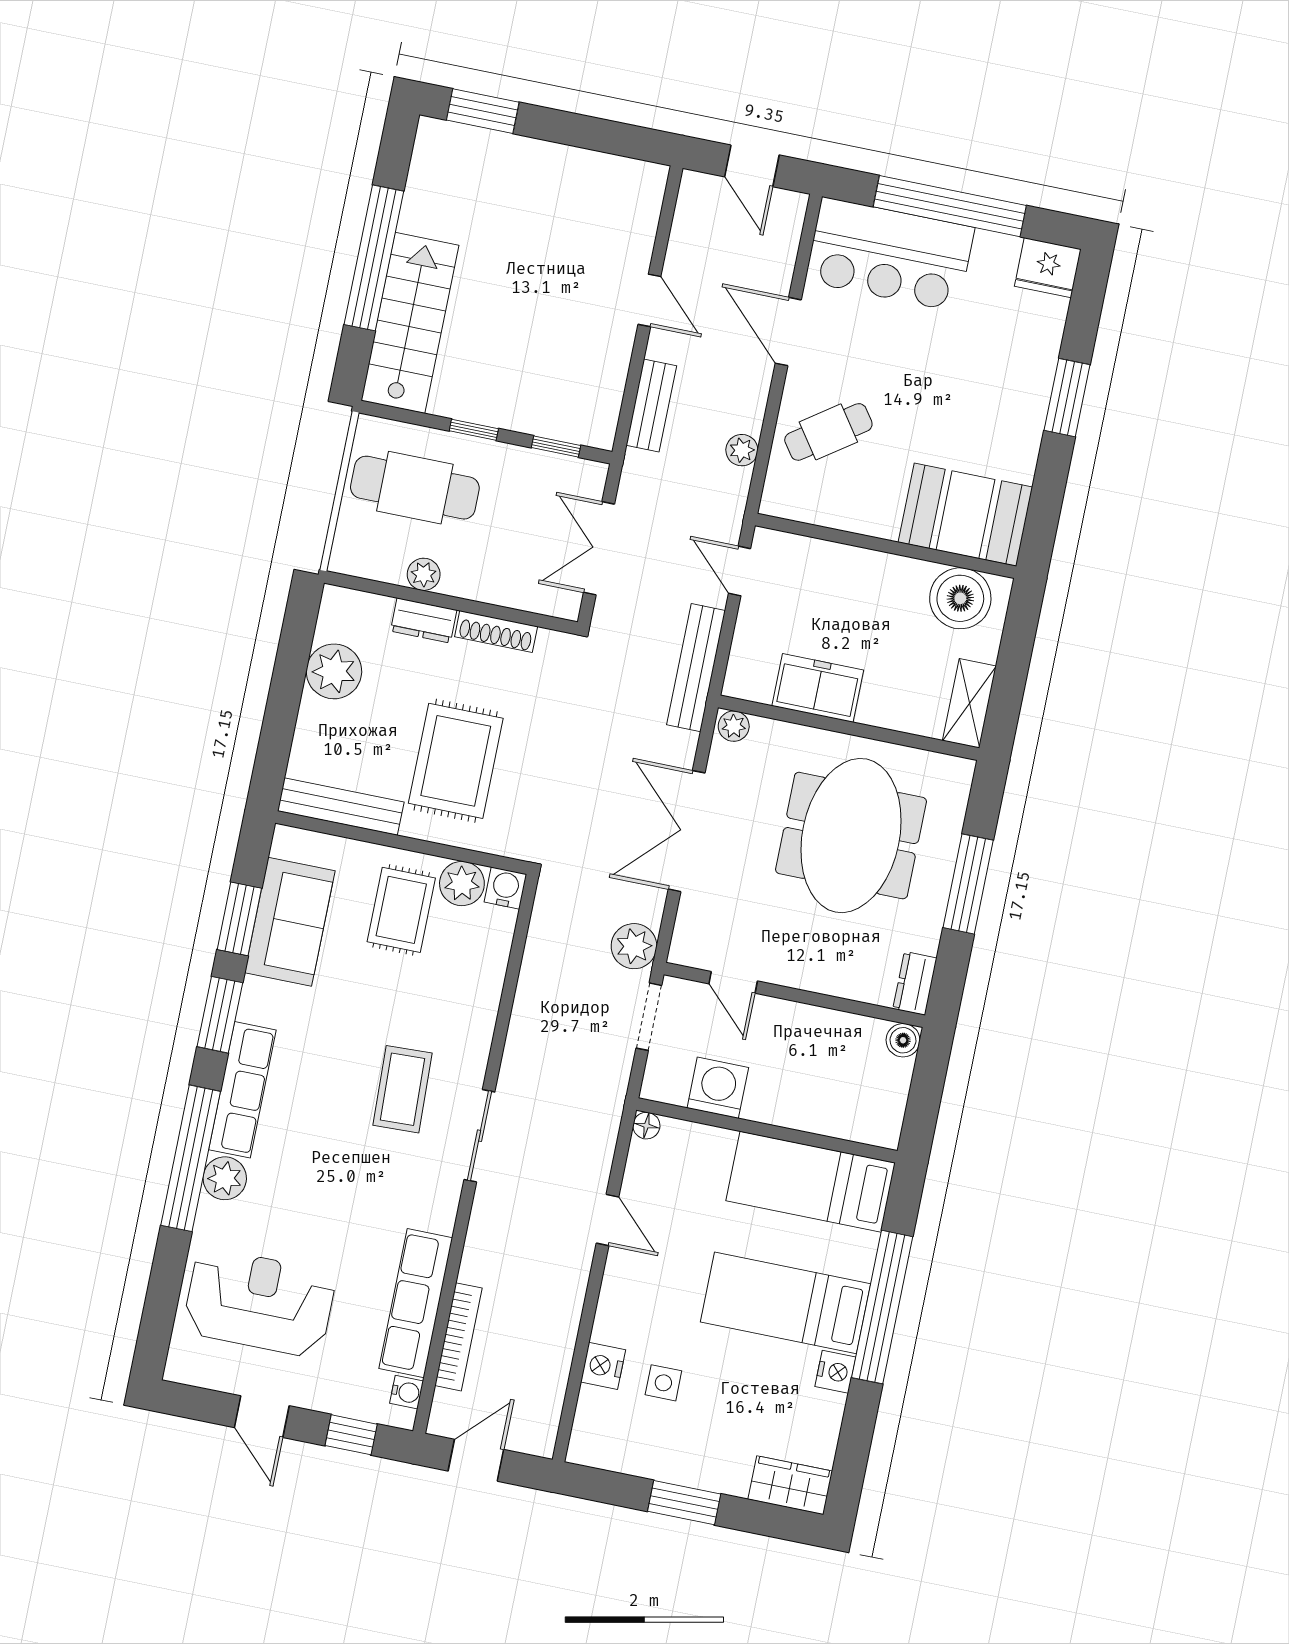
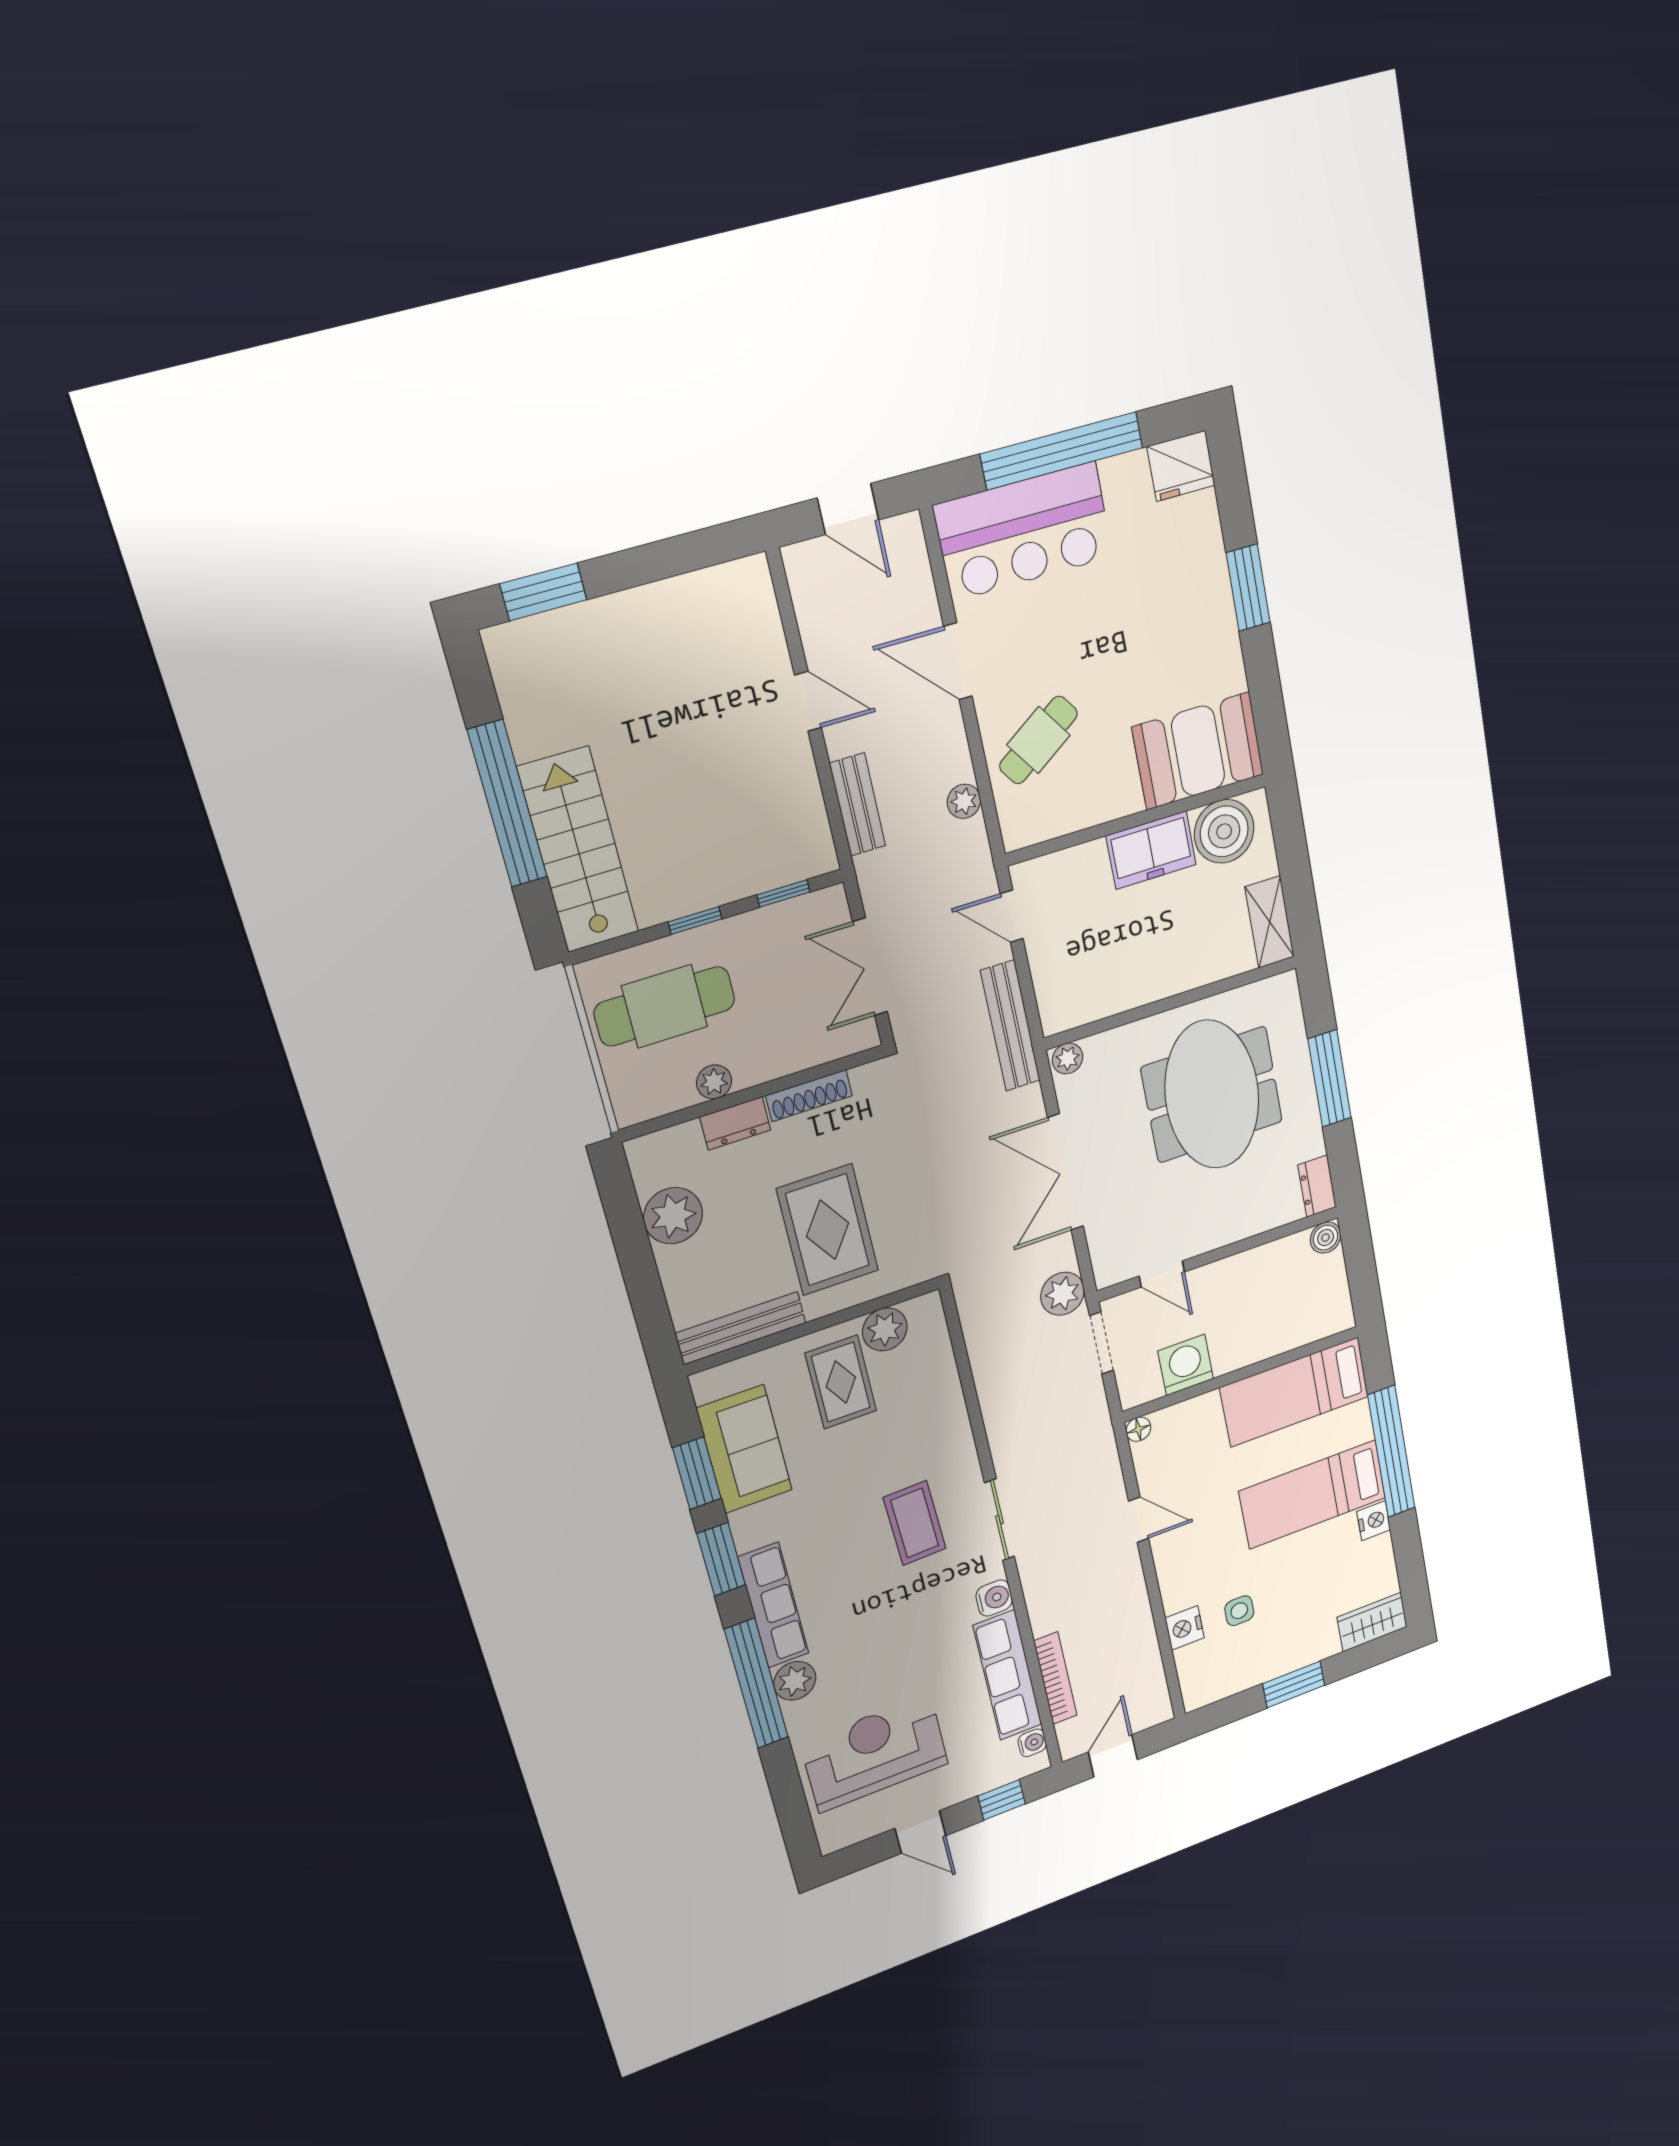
freezer: (818, 688) -> (1151, 850), moved, turned 180
water cooler: (505, 888) -> (994, 1598), moved, turned 90

